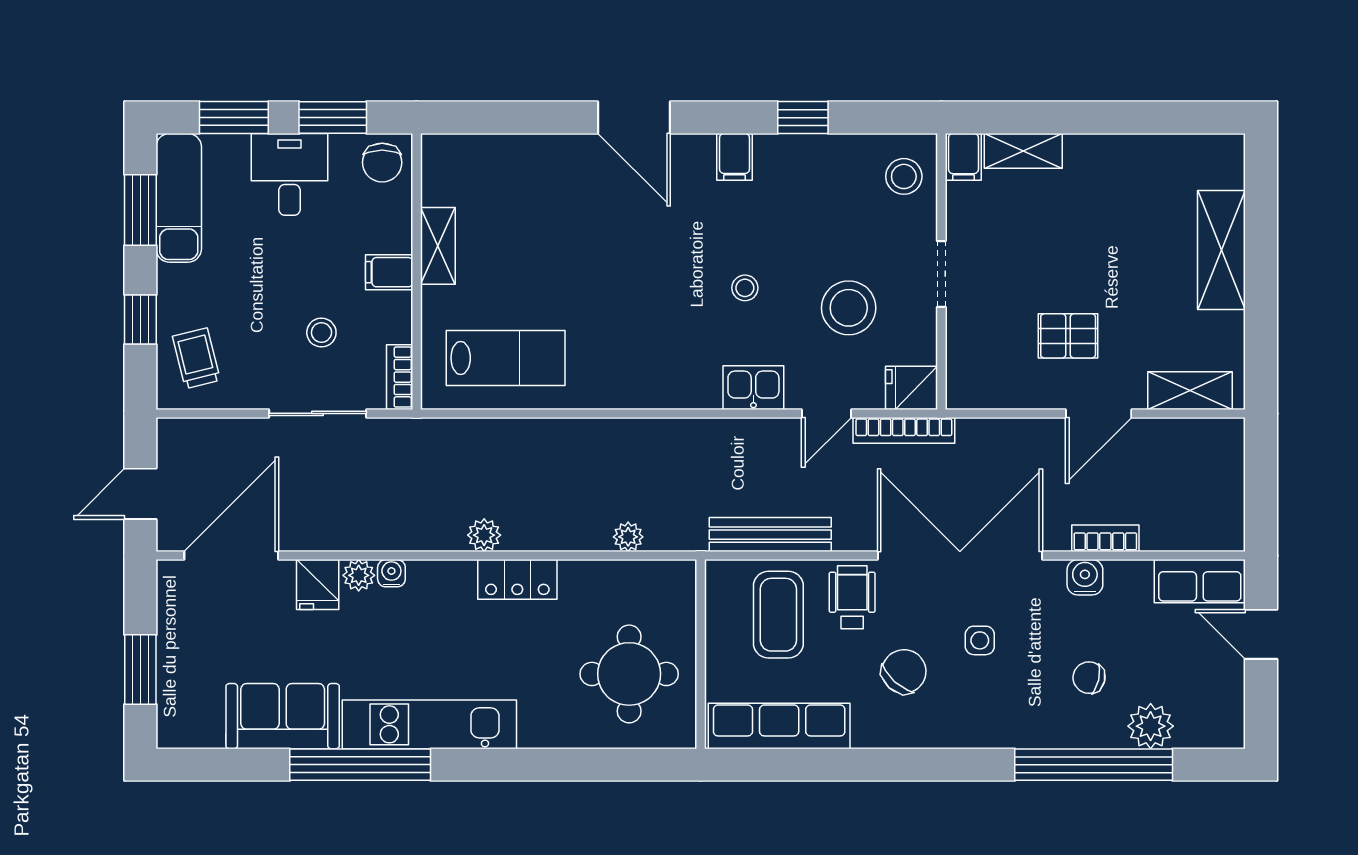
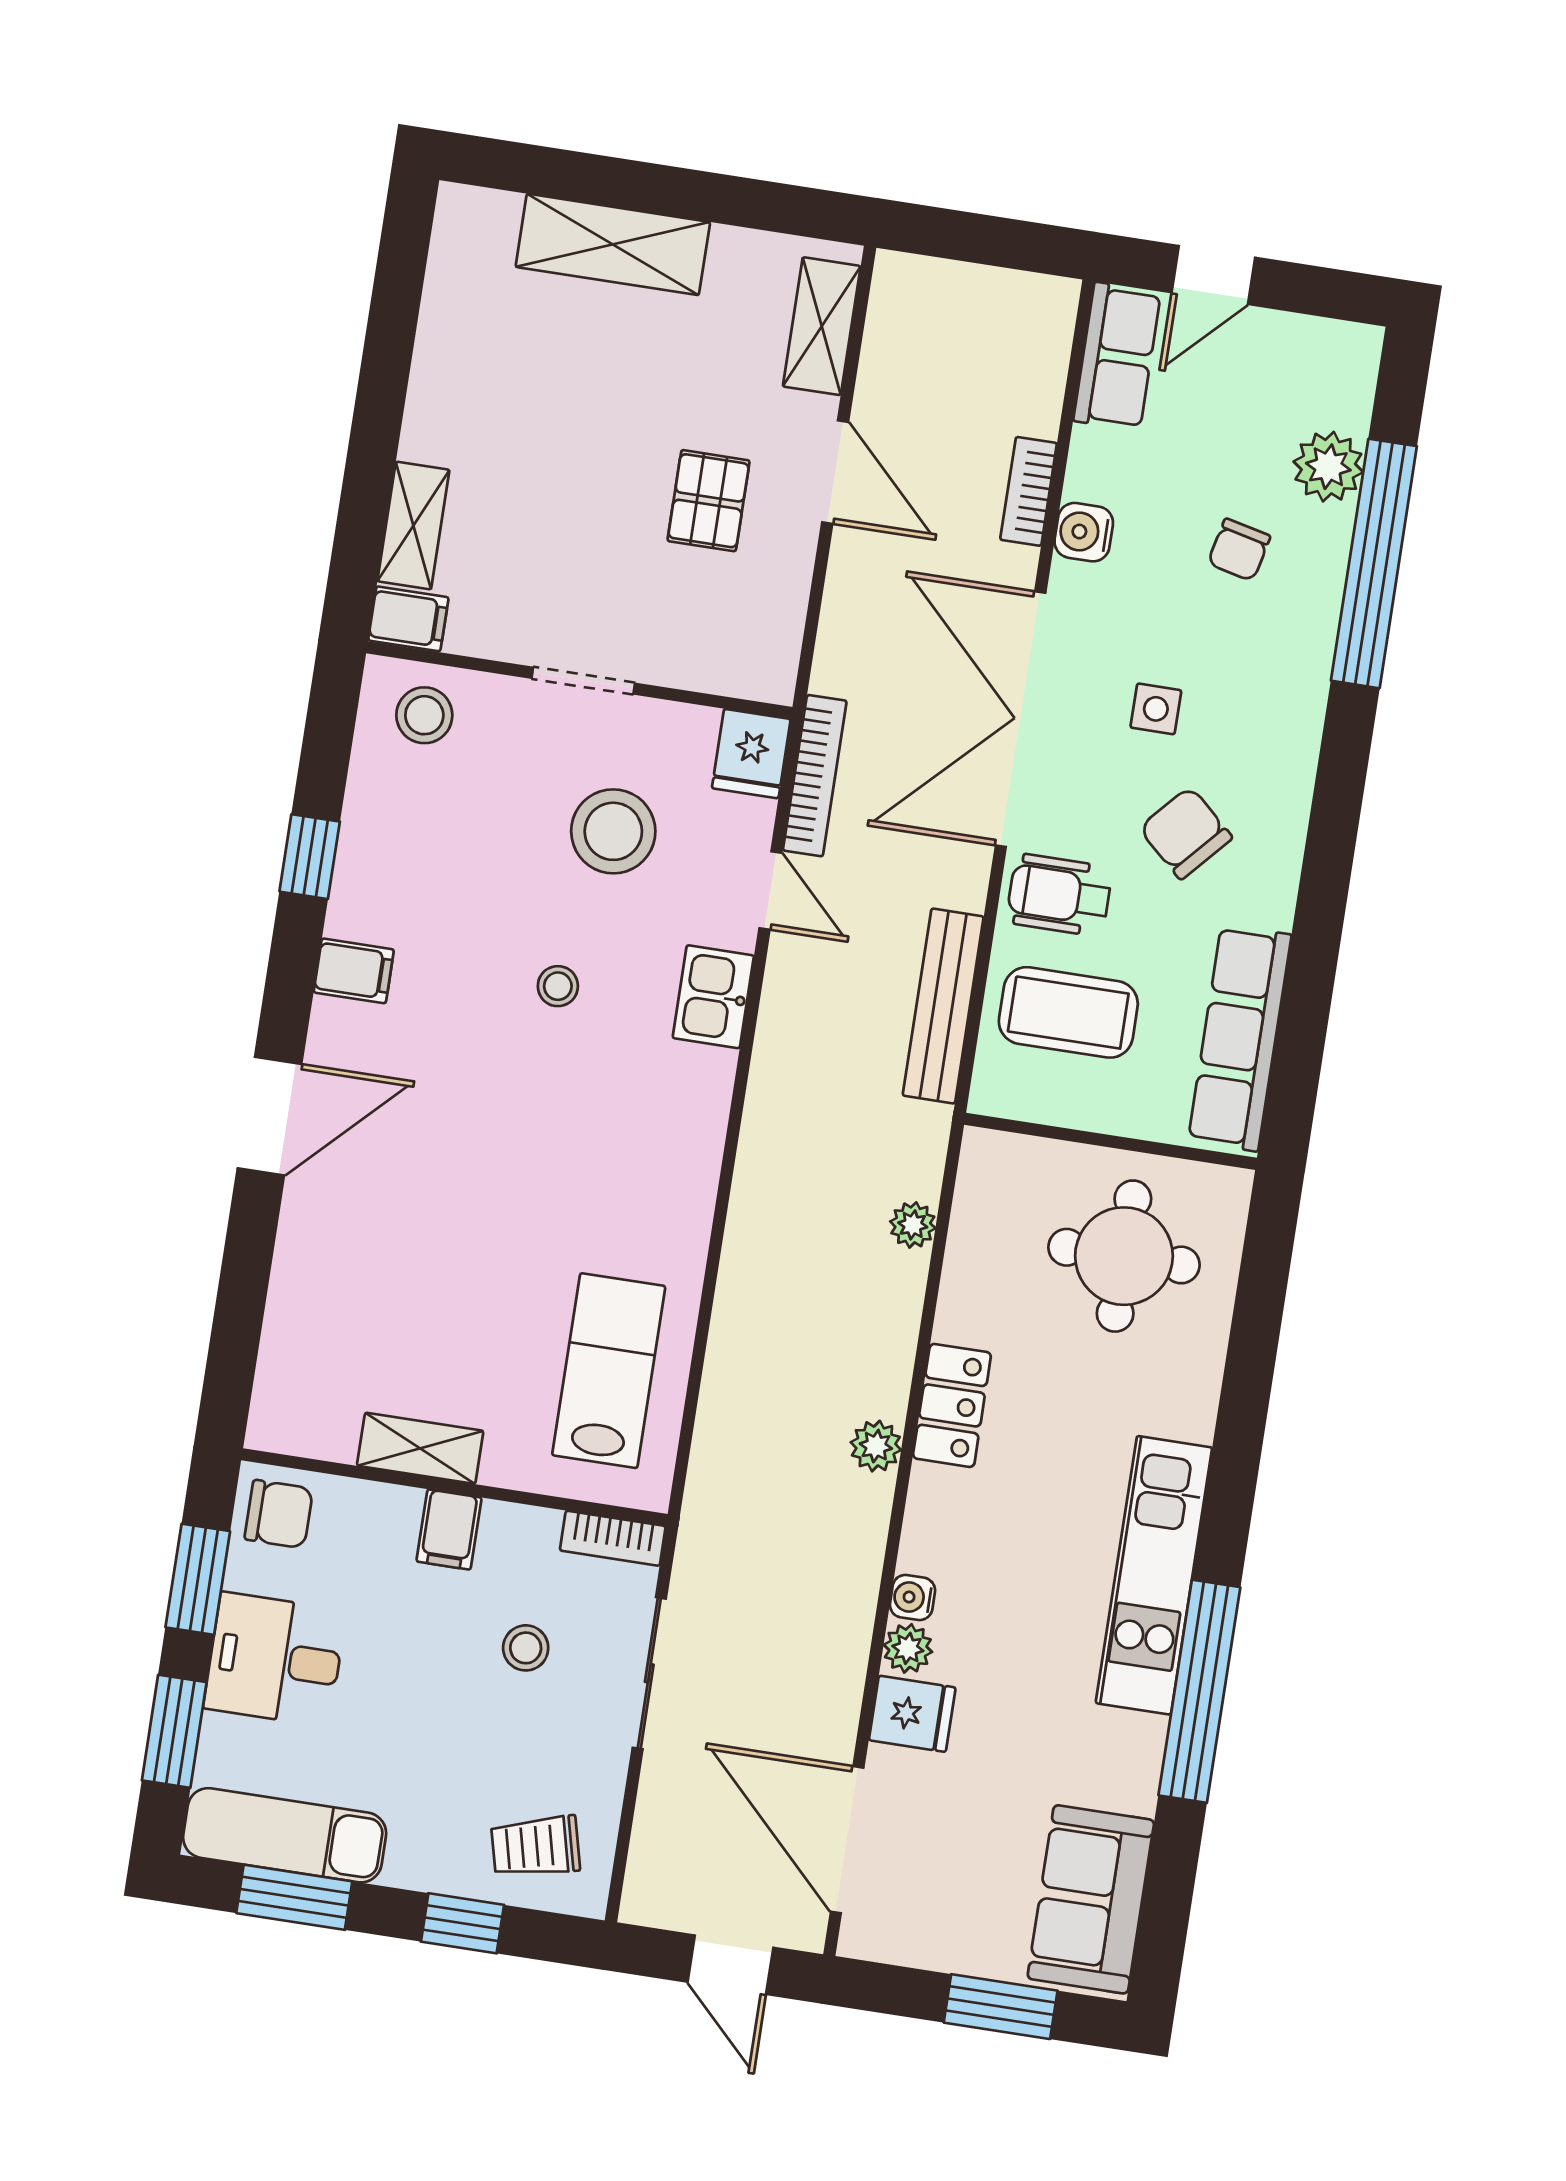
sofa: (283, 716) -> (1091, 1899), moved

